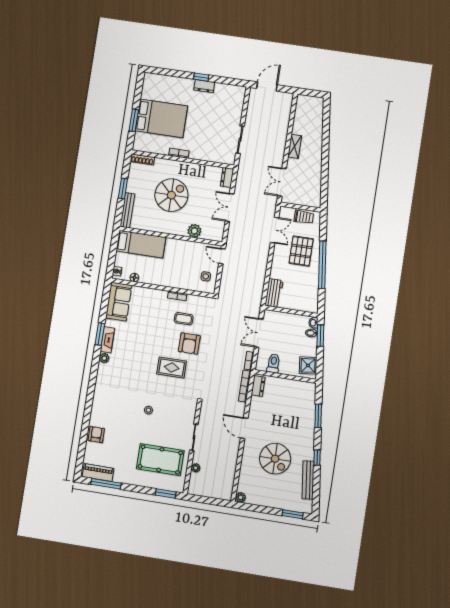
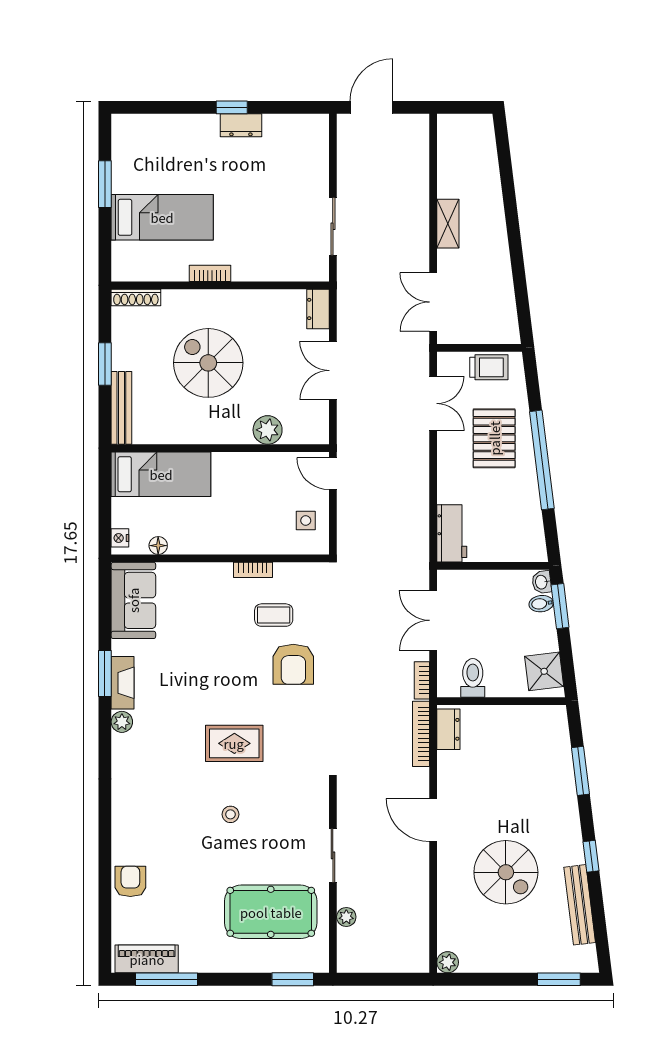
bed: (161, 118) -> (162, 217), width x0.67
window: (134, 120) -> (105, 184), moved
spiral stairs: (171, 195) -> (208, 363), turned -90
rug: (172, 368) -> (234, 743), moved

